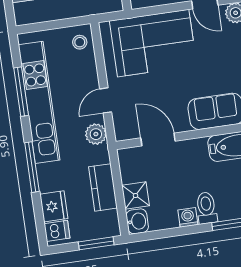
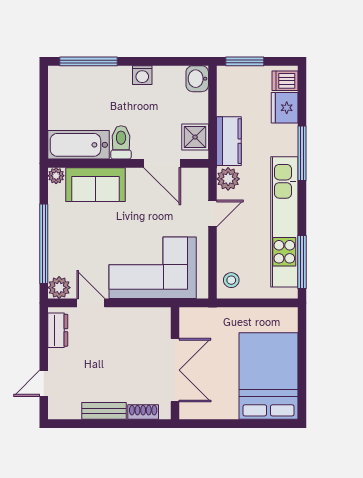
window: (21, 92) -> (302, 262), moved
kitchen counter: (103, 187) -> (229, 141), moved
shower: (136, 196) -> (195, 137), moved
toilet: (206, 208) -> (121, 142), moved, turned 180

